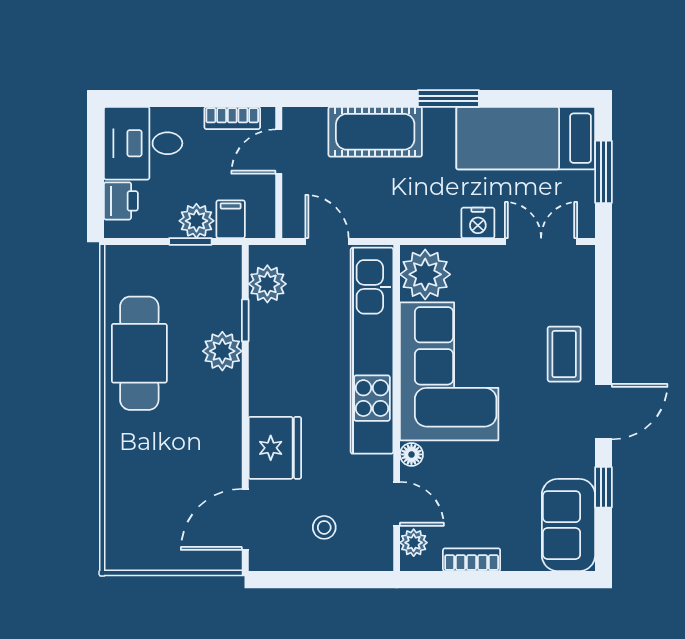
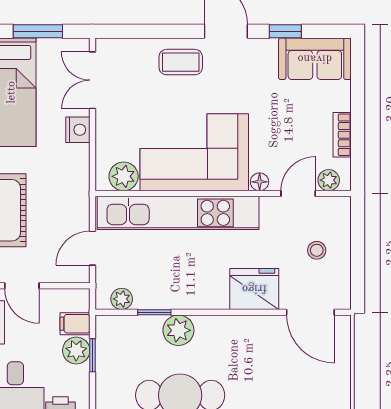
plant: (425, 274) -> (124, 176), width x0.73, depth x0.73
plant: (267, 284) -> (122, 299), width x0.73, depth x0.73

